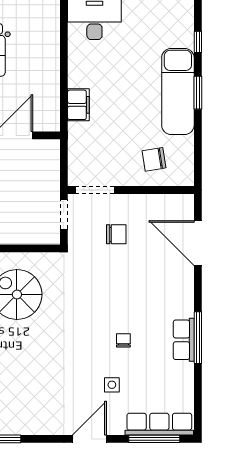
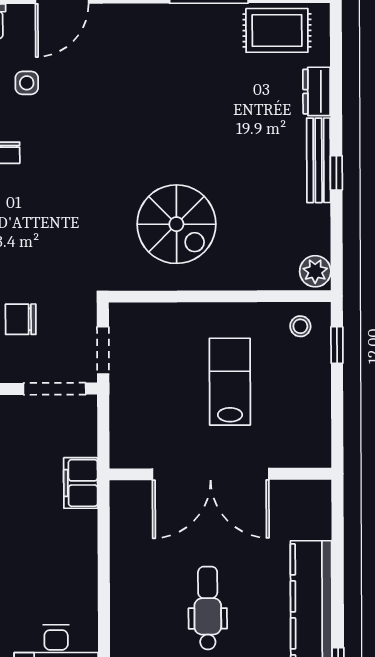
filing cabinet: (78, 105) -> (81, 483), moved

